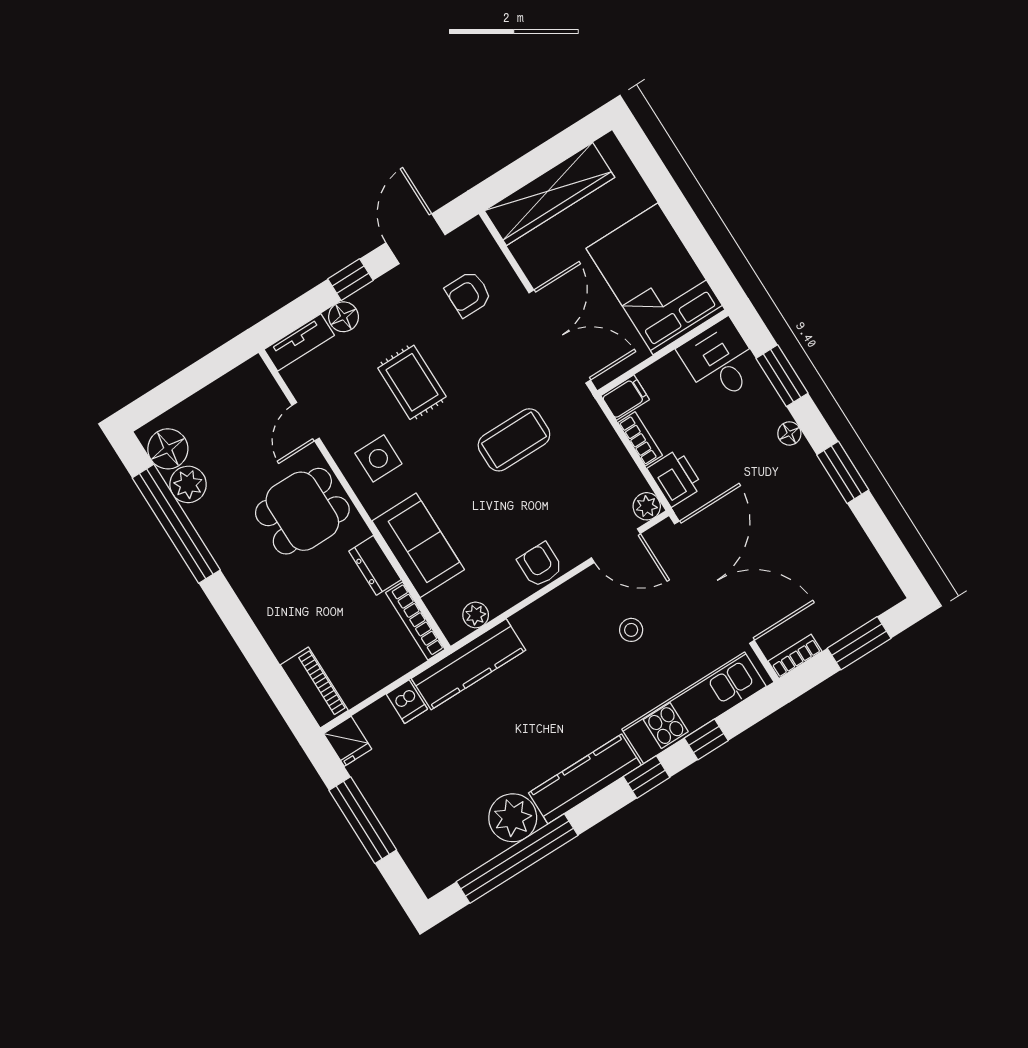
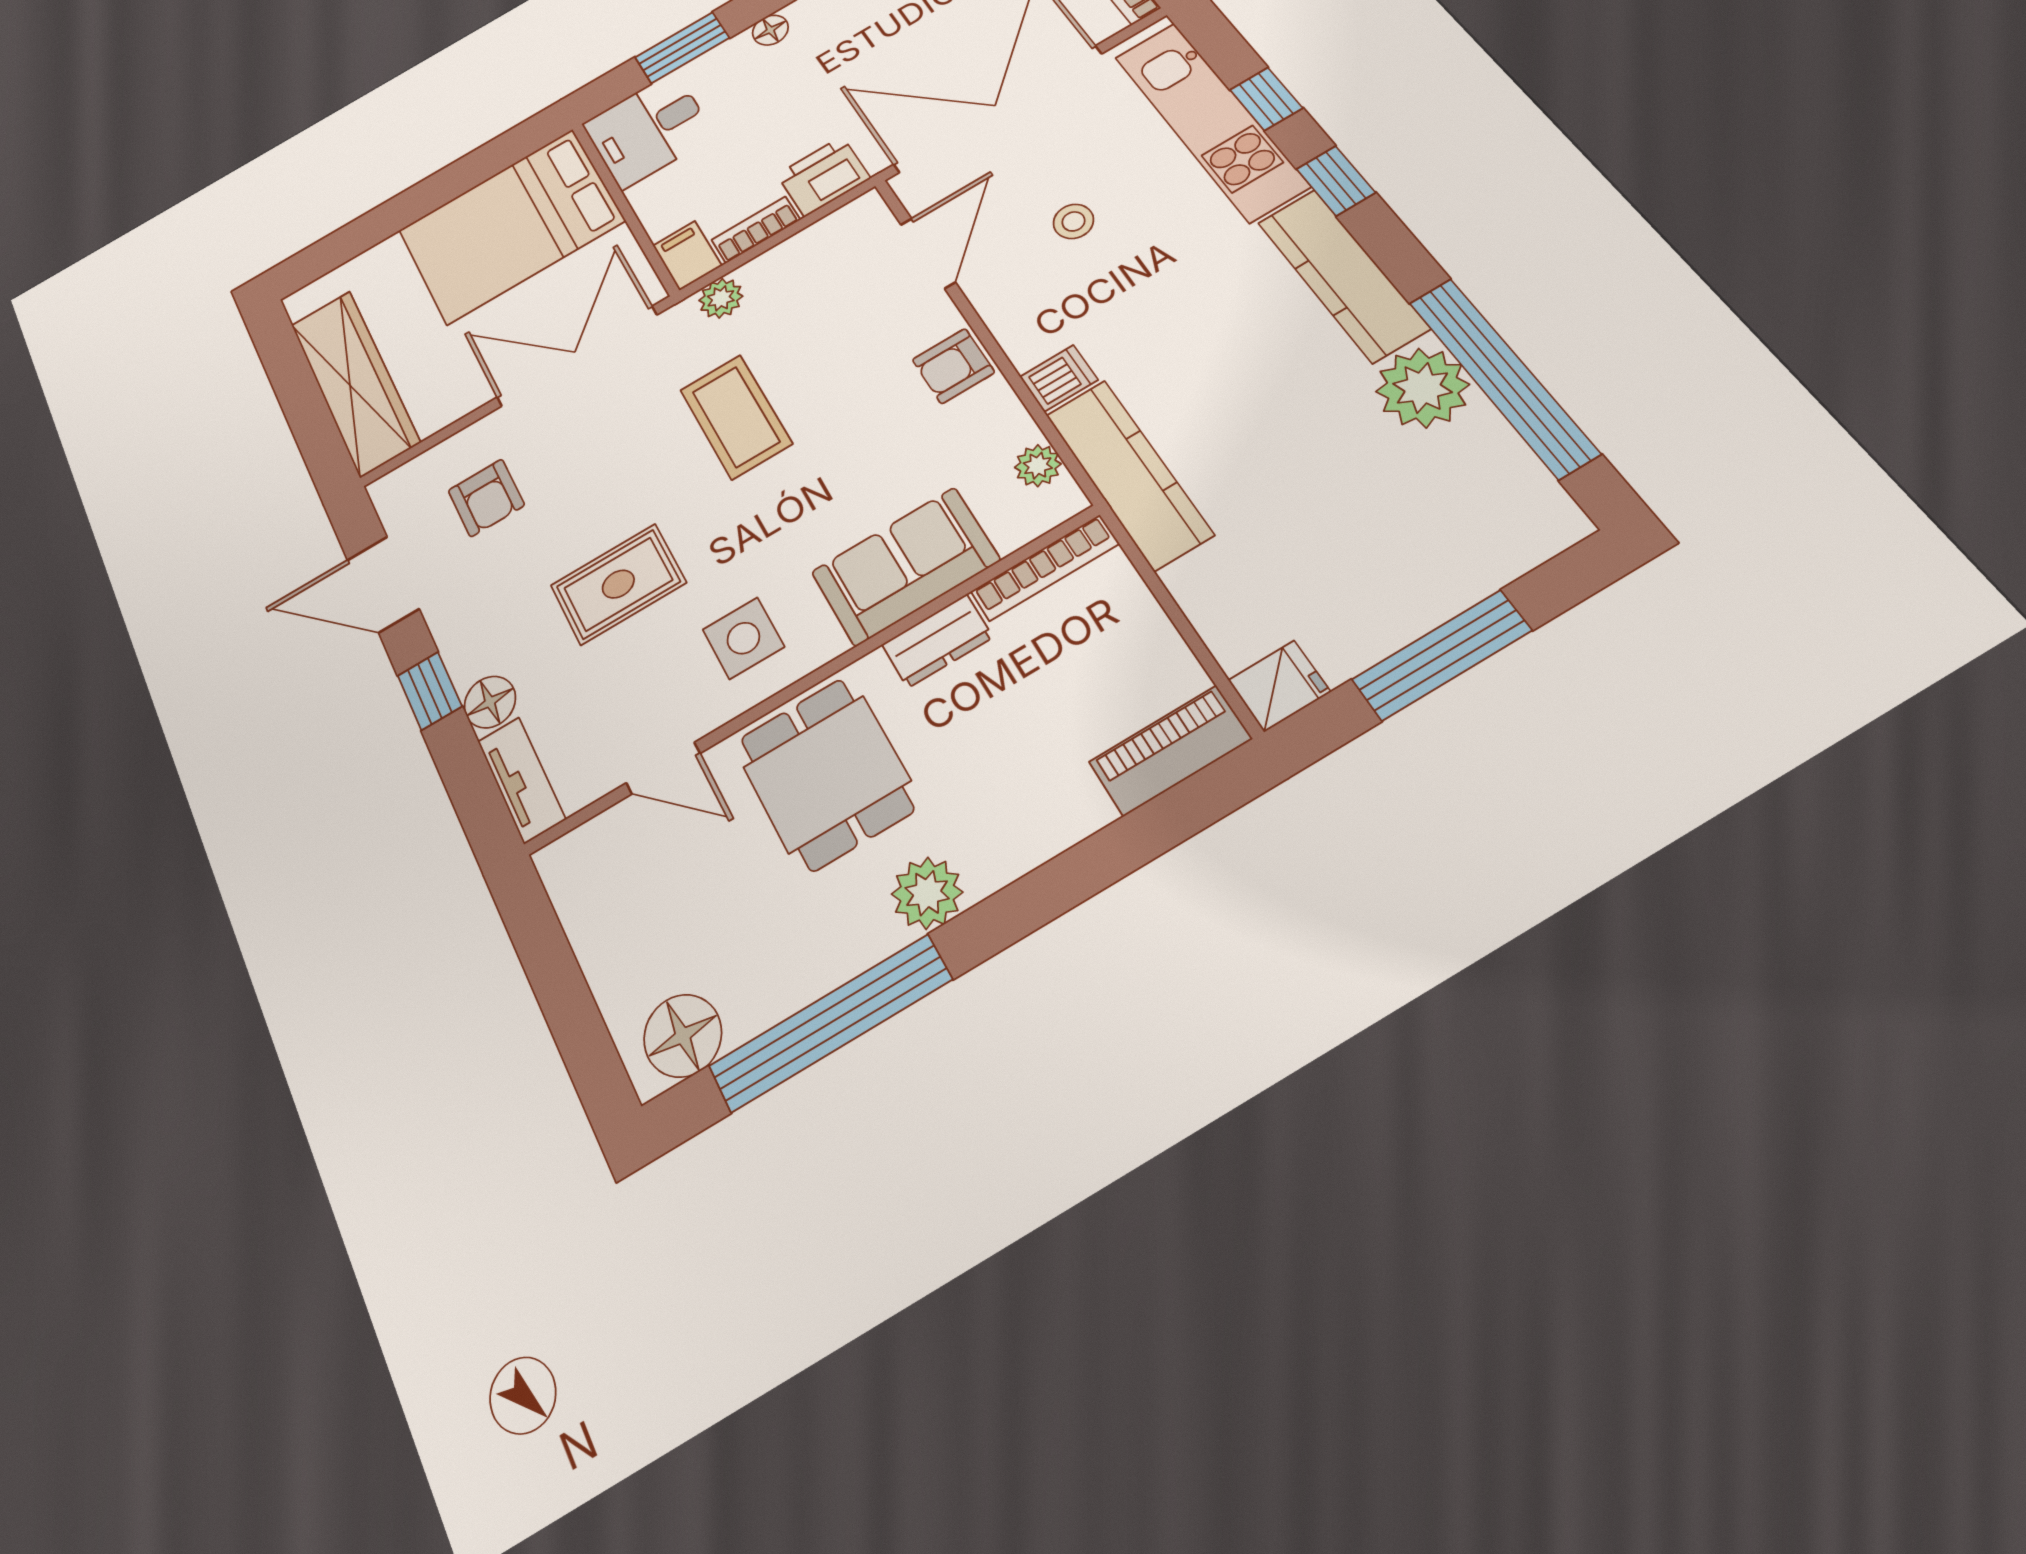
plant: (188, 484) -> (927, 893), moved
plant: (647, 506) -> (721, 298), moved
dishwasher: (407, 702) -> (1059, 378), moved

